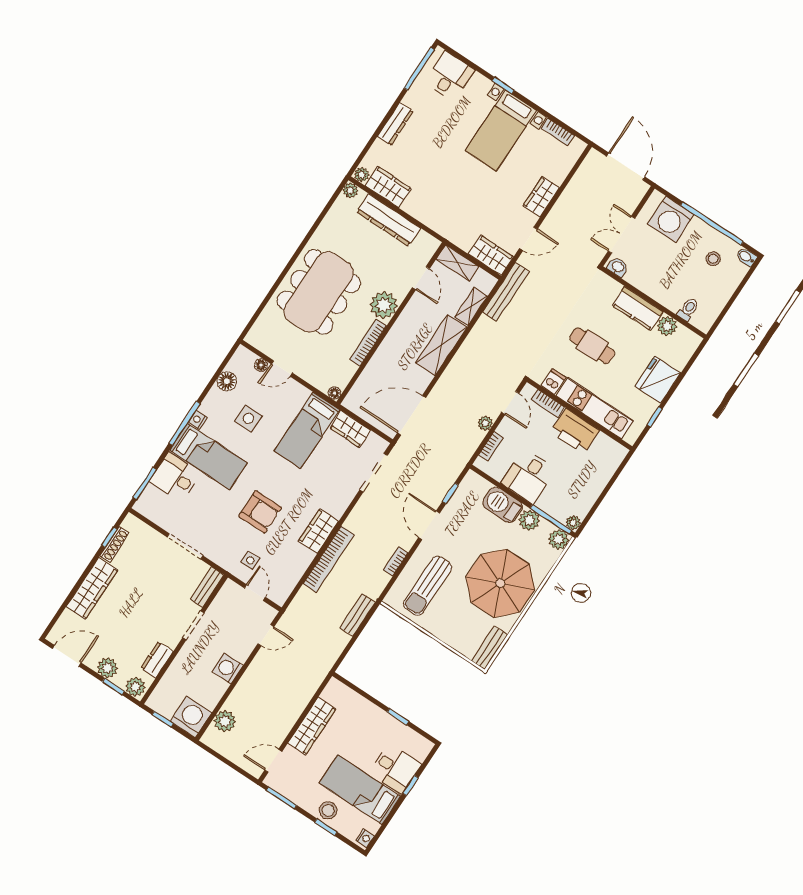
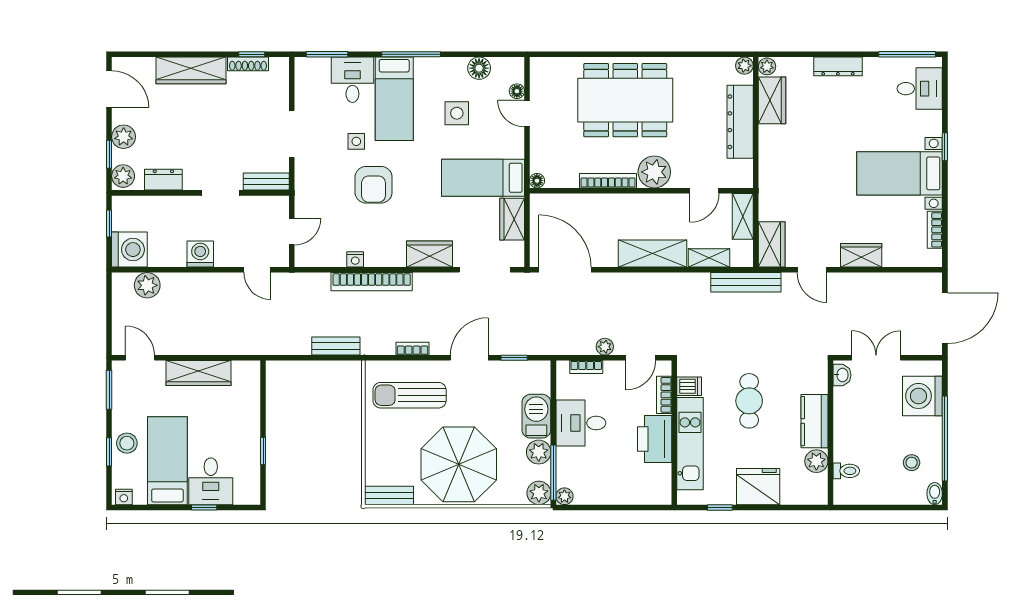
nightstand: (198, 420) -> (355, 259), moved, turned 180
wardrobe: (319, 531) -> (430, 254), moved
side table: (250, 560) -> (356, 141), moved

